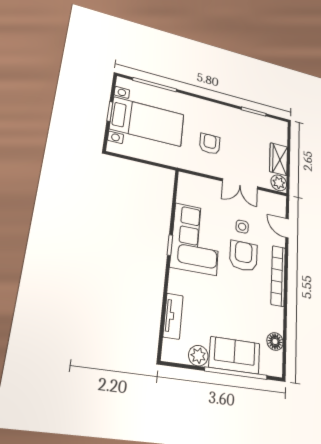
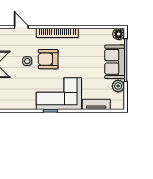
door: (287, 228) -> (21, 27), swing flipped
corner sofa: (196, 239) -> (59, 94), moved
floor lamp: (275, 341) -> (119, 34), moved

